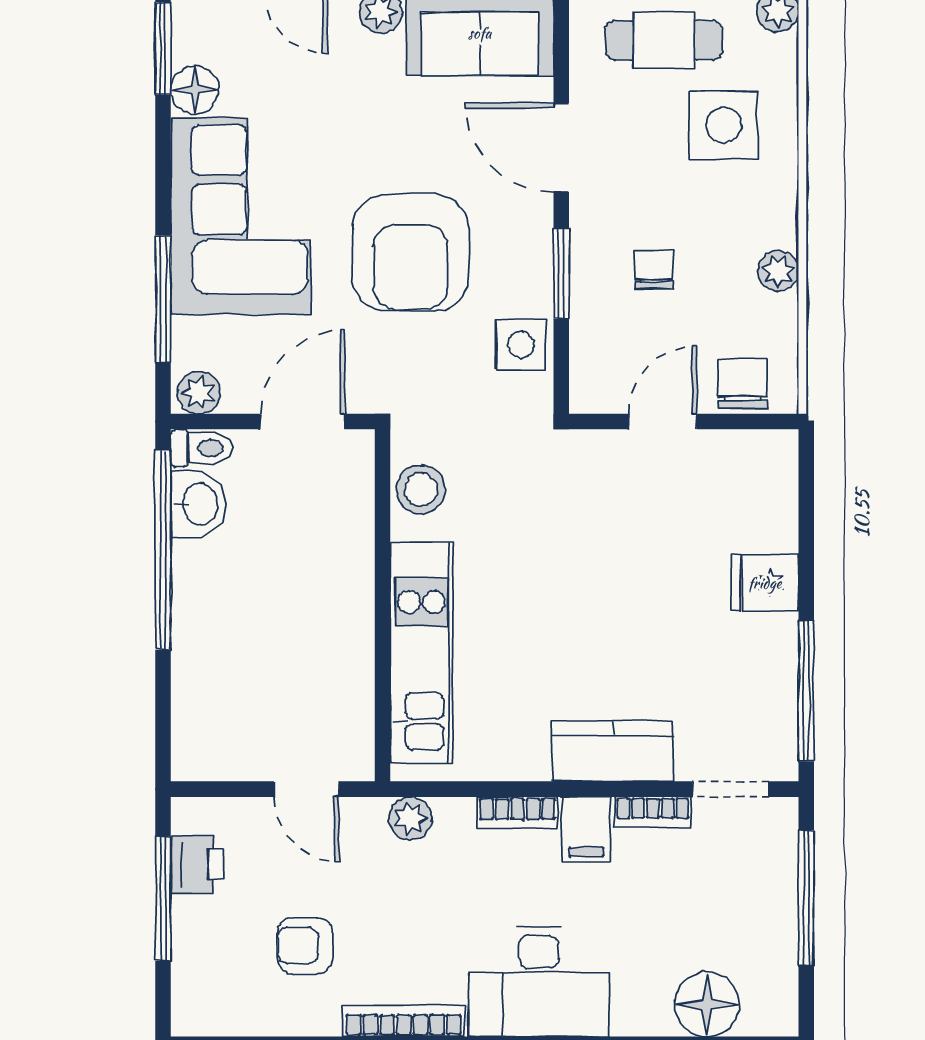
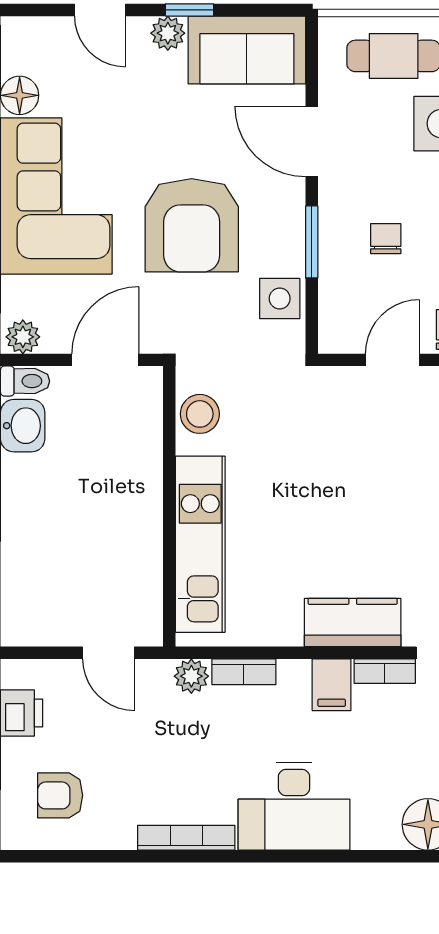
bookcase: (518, 813) -> (244, 672), moved
armchair: (305, 946) -> (60, 795), moved

